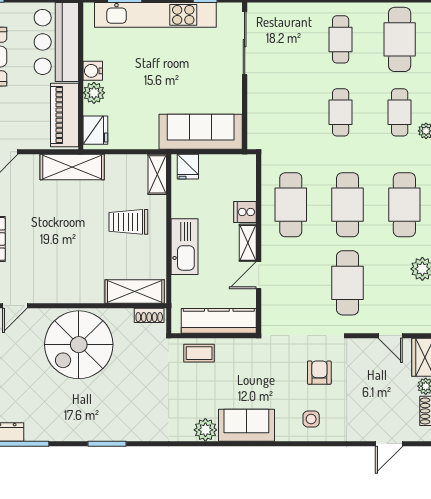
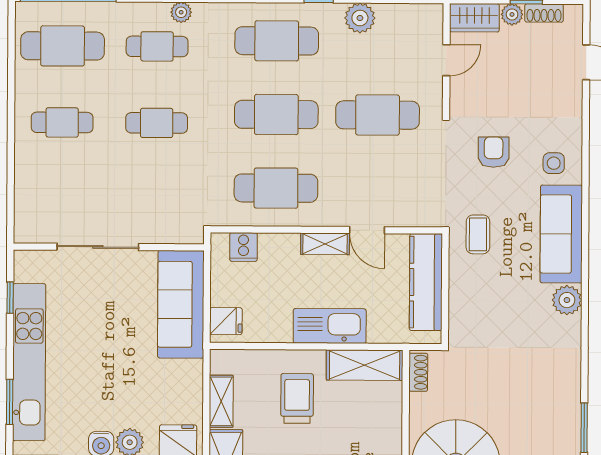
sliding door: (245, 43) -> (98, 247), moved
shelving: (157, 174) -> (221, 401), moved, turned 90
cooker: (245, 212) -> (243, 247), moved
trolley: (128, 222) -> (297, 398), turned 180
shelving: (135, 292) -> (365, 365), moved, turned 90
coffee table: (199, 353) -> (478, 234), moved
armchair: (319, 373) -> (494, 152), turned 90
sofa: (246, 425) -> (561, 234), width x1.36

